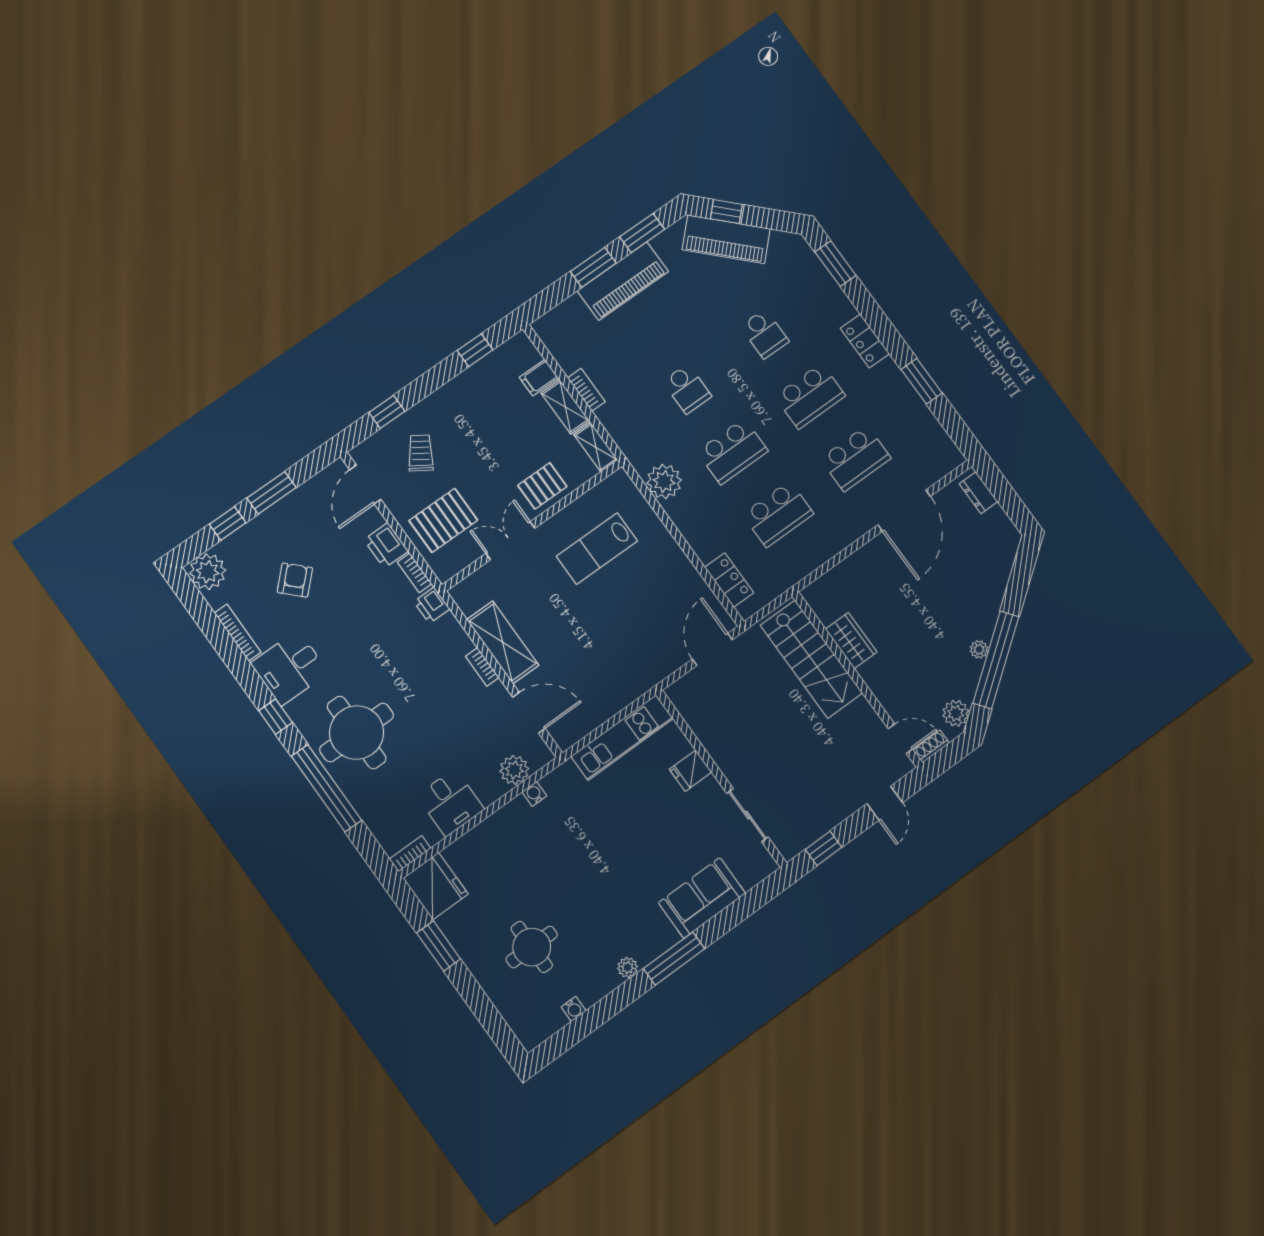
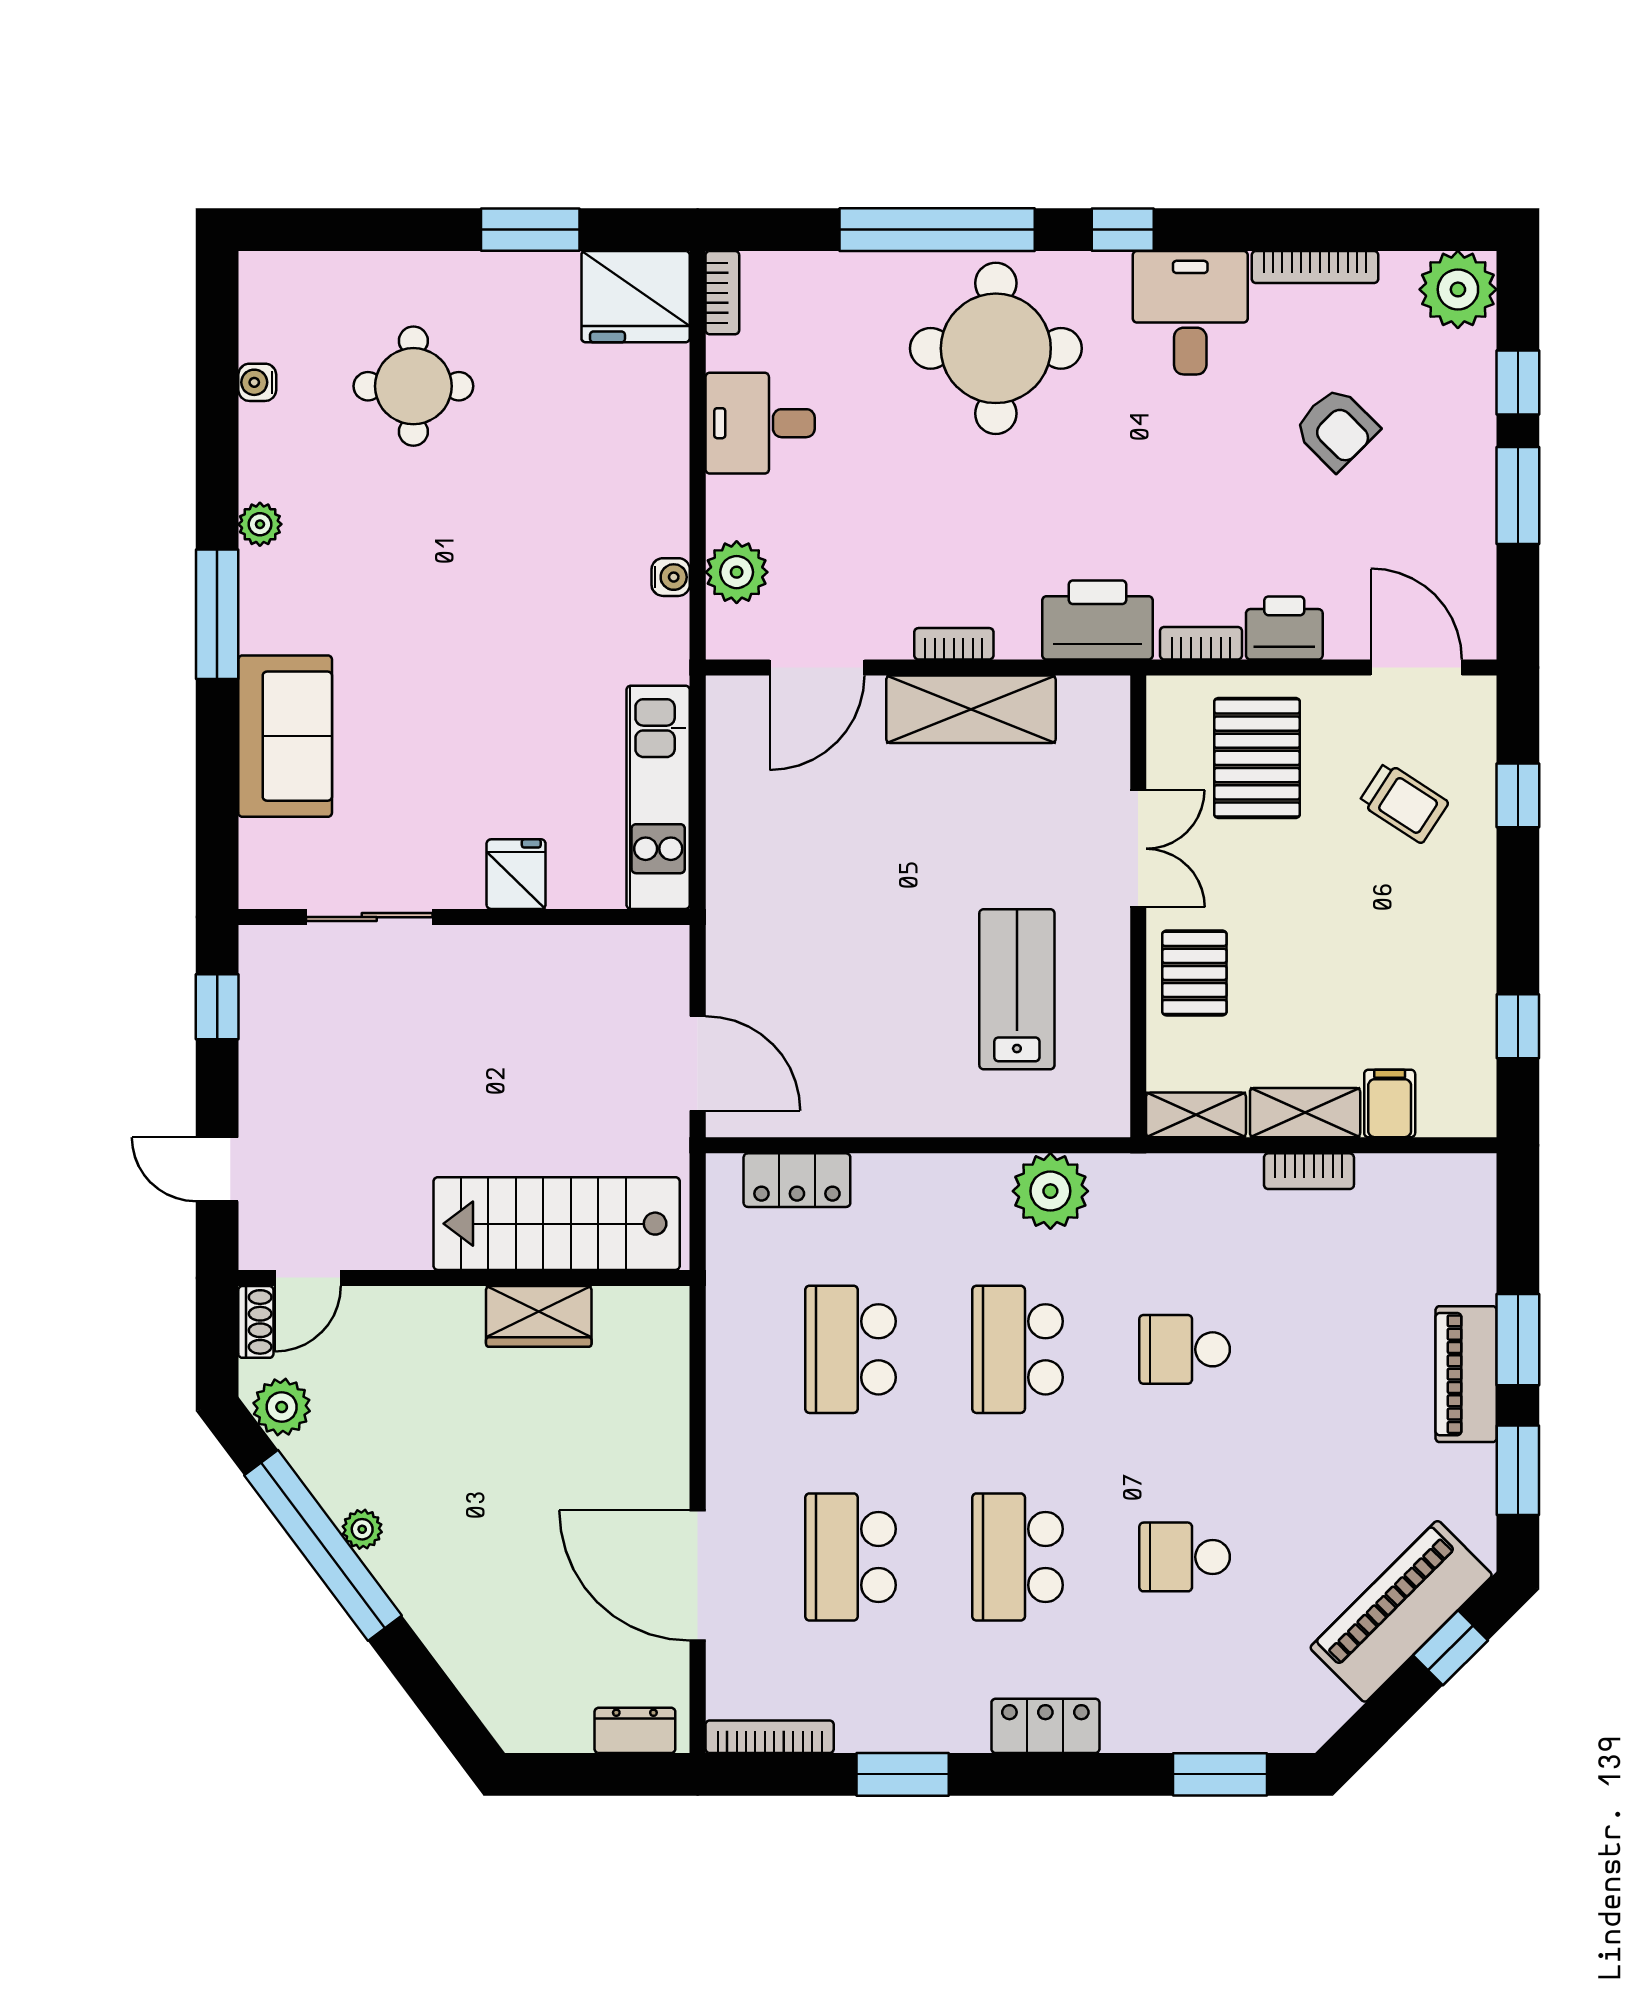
piano: (623, 281) -> (1466, 1374), width x0.73, depth x0.75
bookcase: (944, 441) -> (770, 1737), added
printer: (432, 605) -> (1098, 620), width x1.87, depth x1.48

